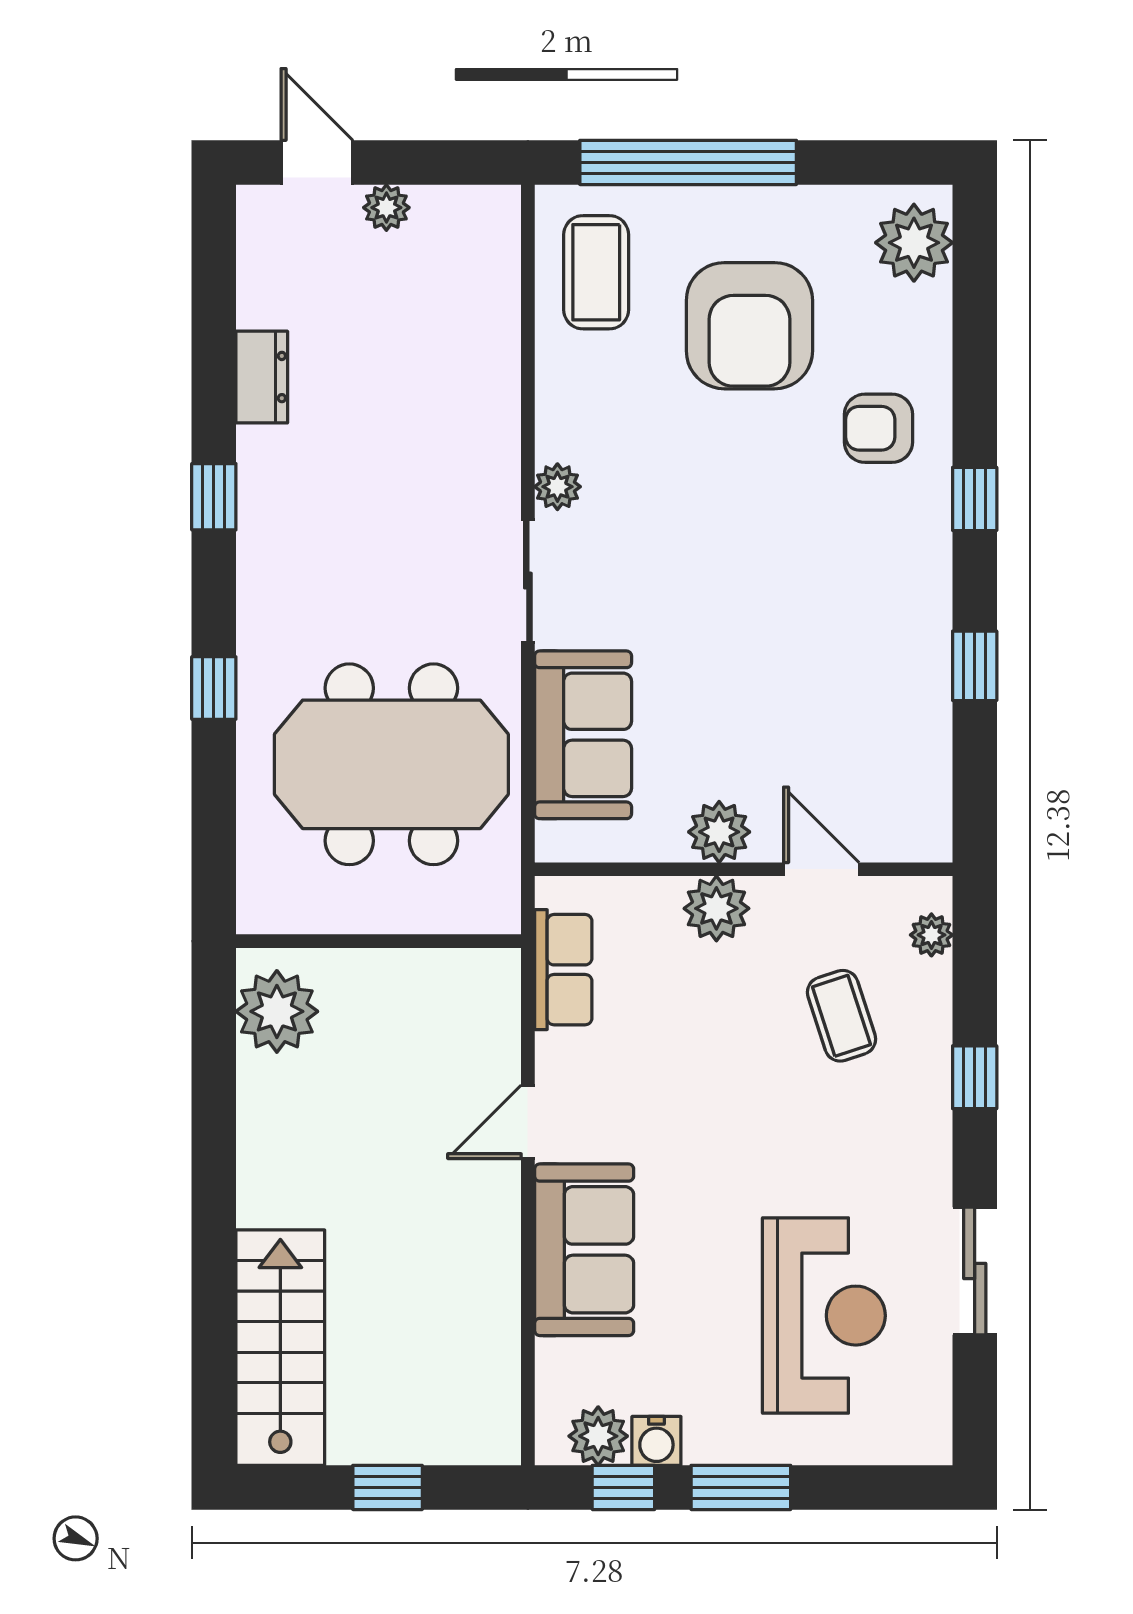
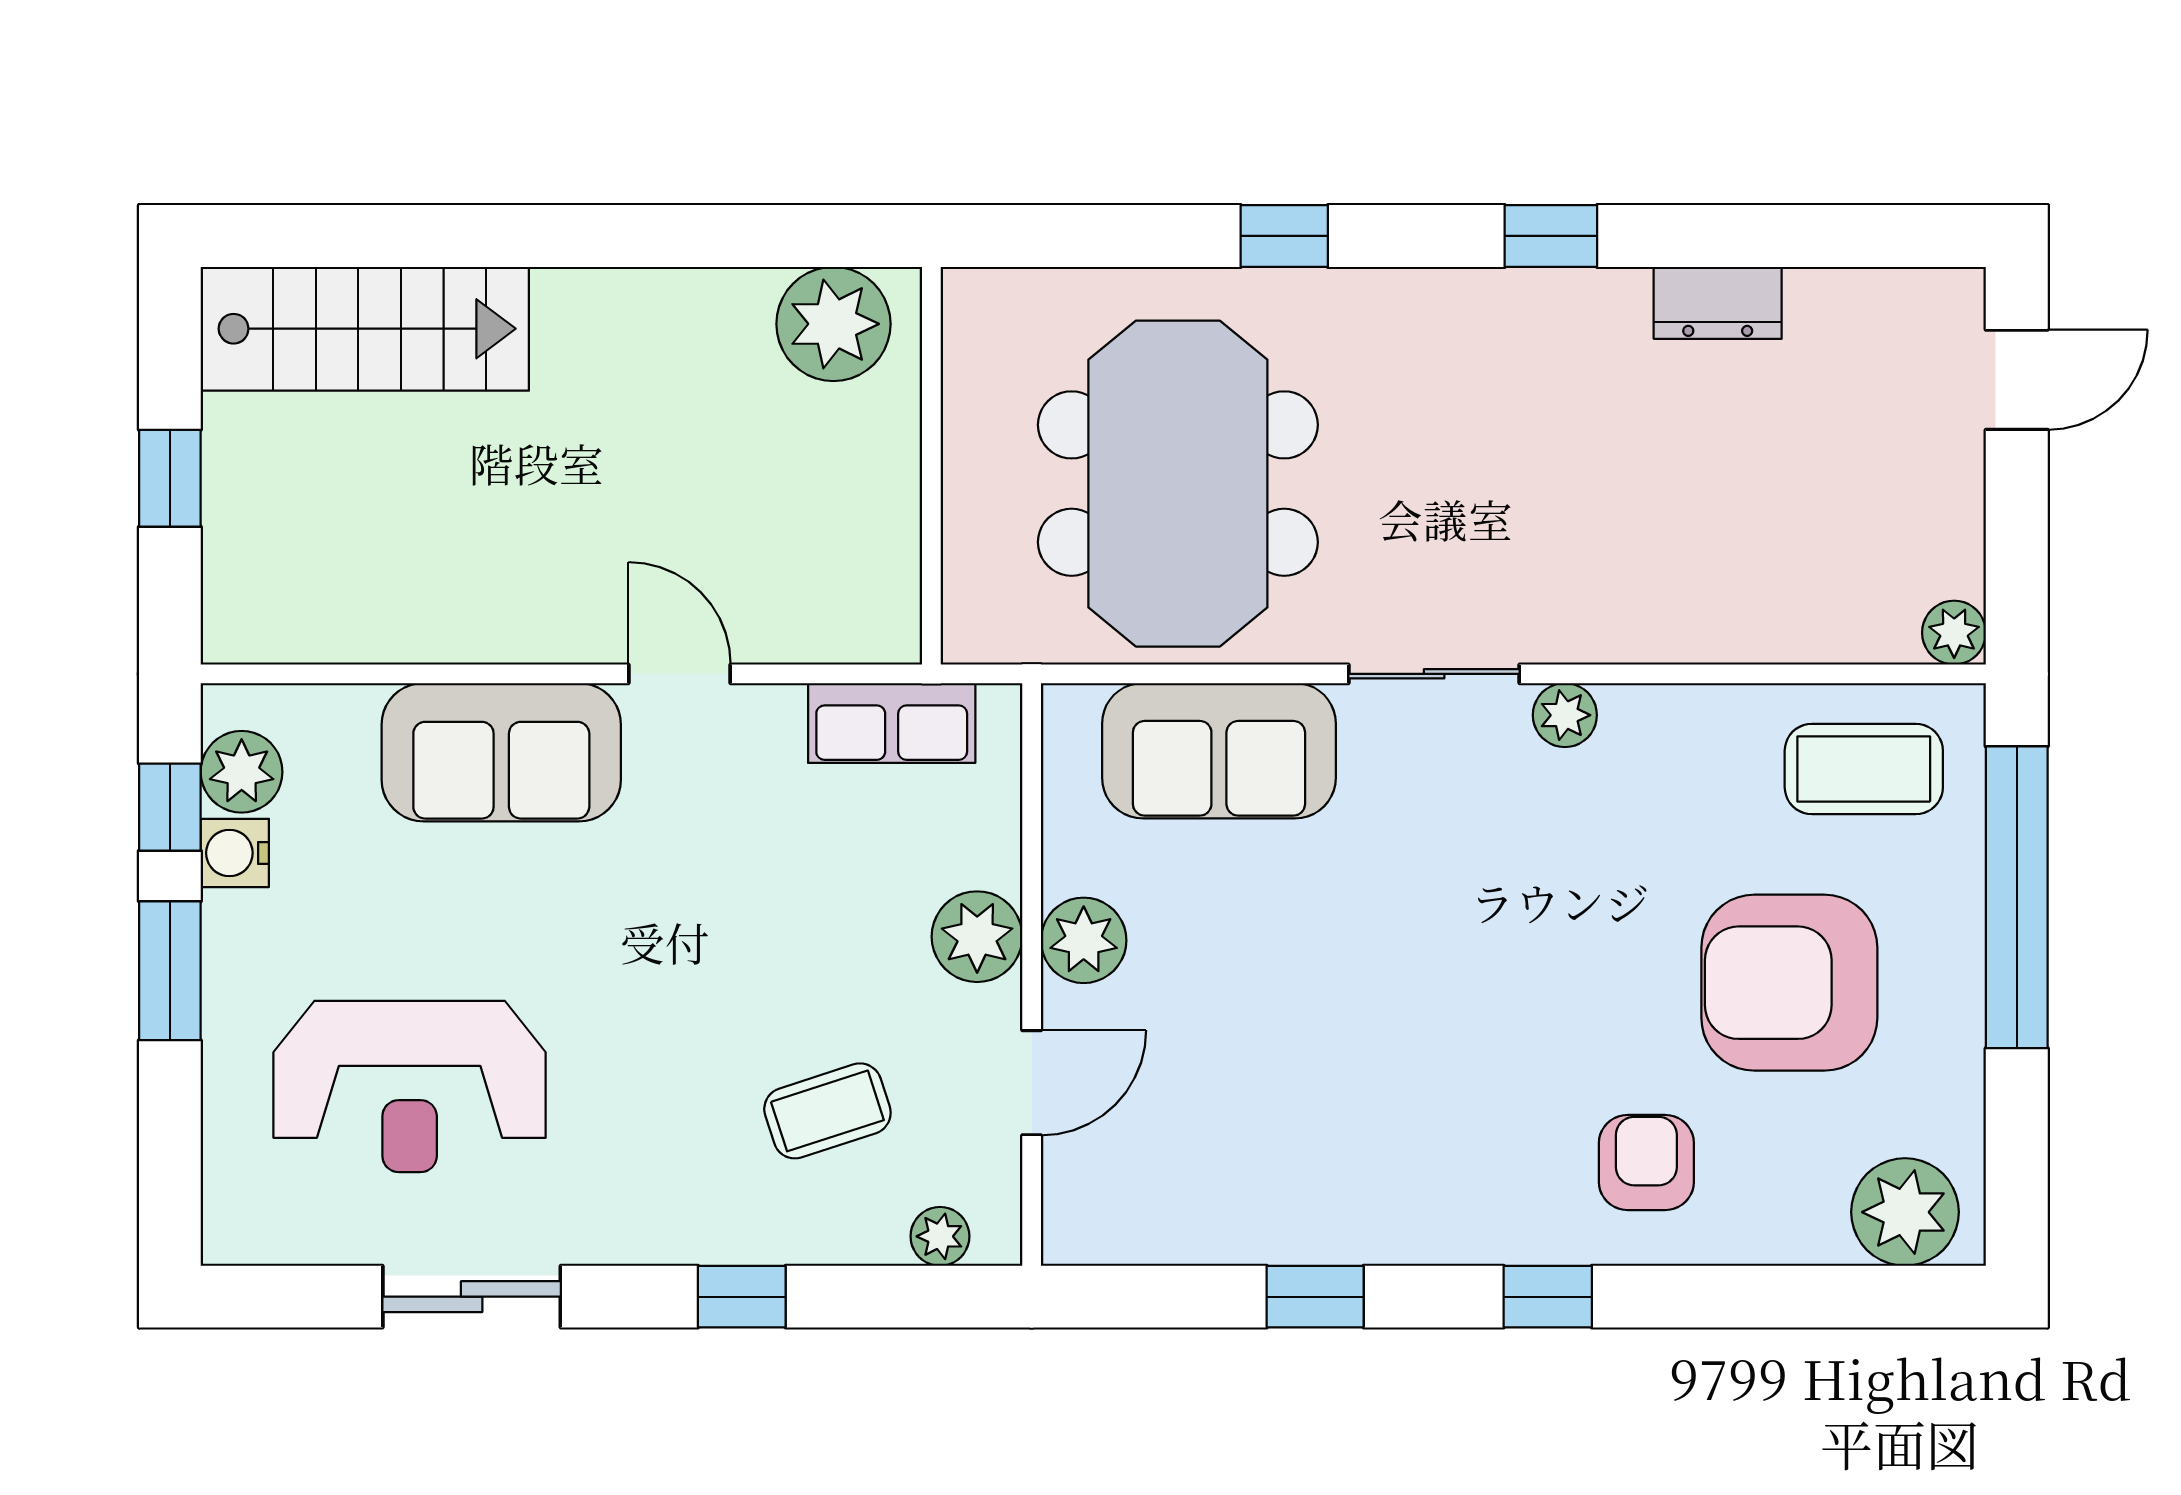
plant: (386, 208) -> (1954, 633), moved

